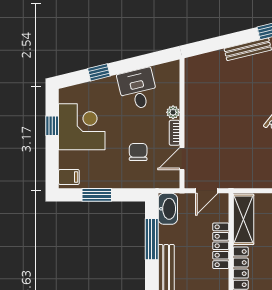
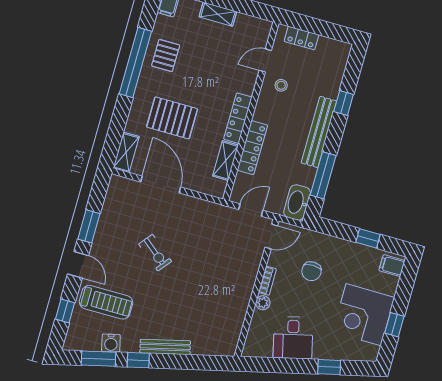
door: (182, 159) -> (271, 237), moved
window: (97, 195) -> (368, 238), width x0.67
shelving: (244, 219) -> (226, 161), width x0.67, depth x0.75

